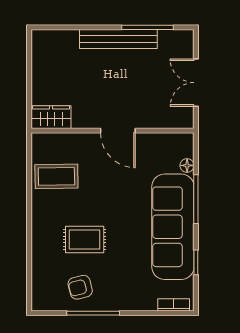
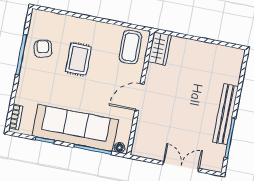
wardrobe: (51, 117) -> (160, 49), moved
wall: (113, 131) -> (140, 93), moved
door: (118, 131) -> (140, 97), moved

